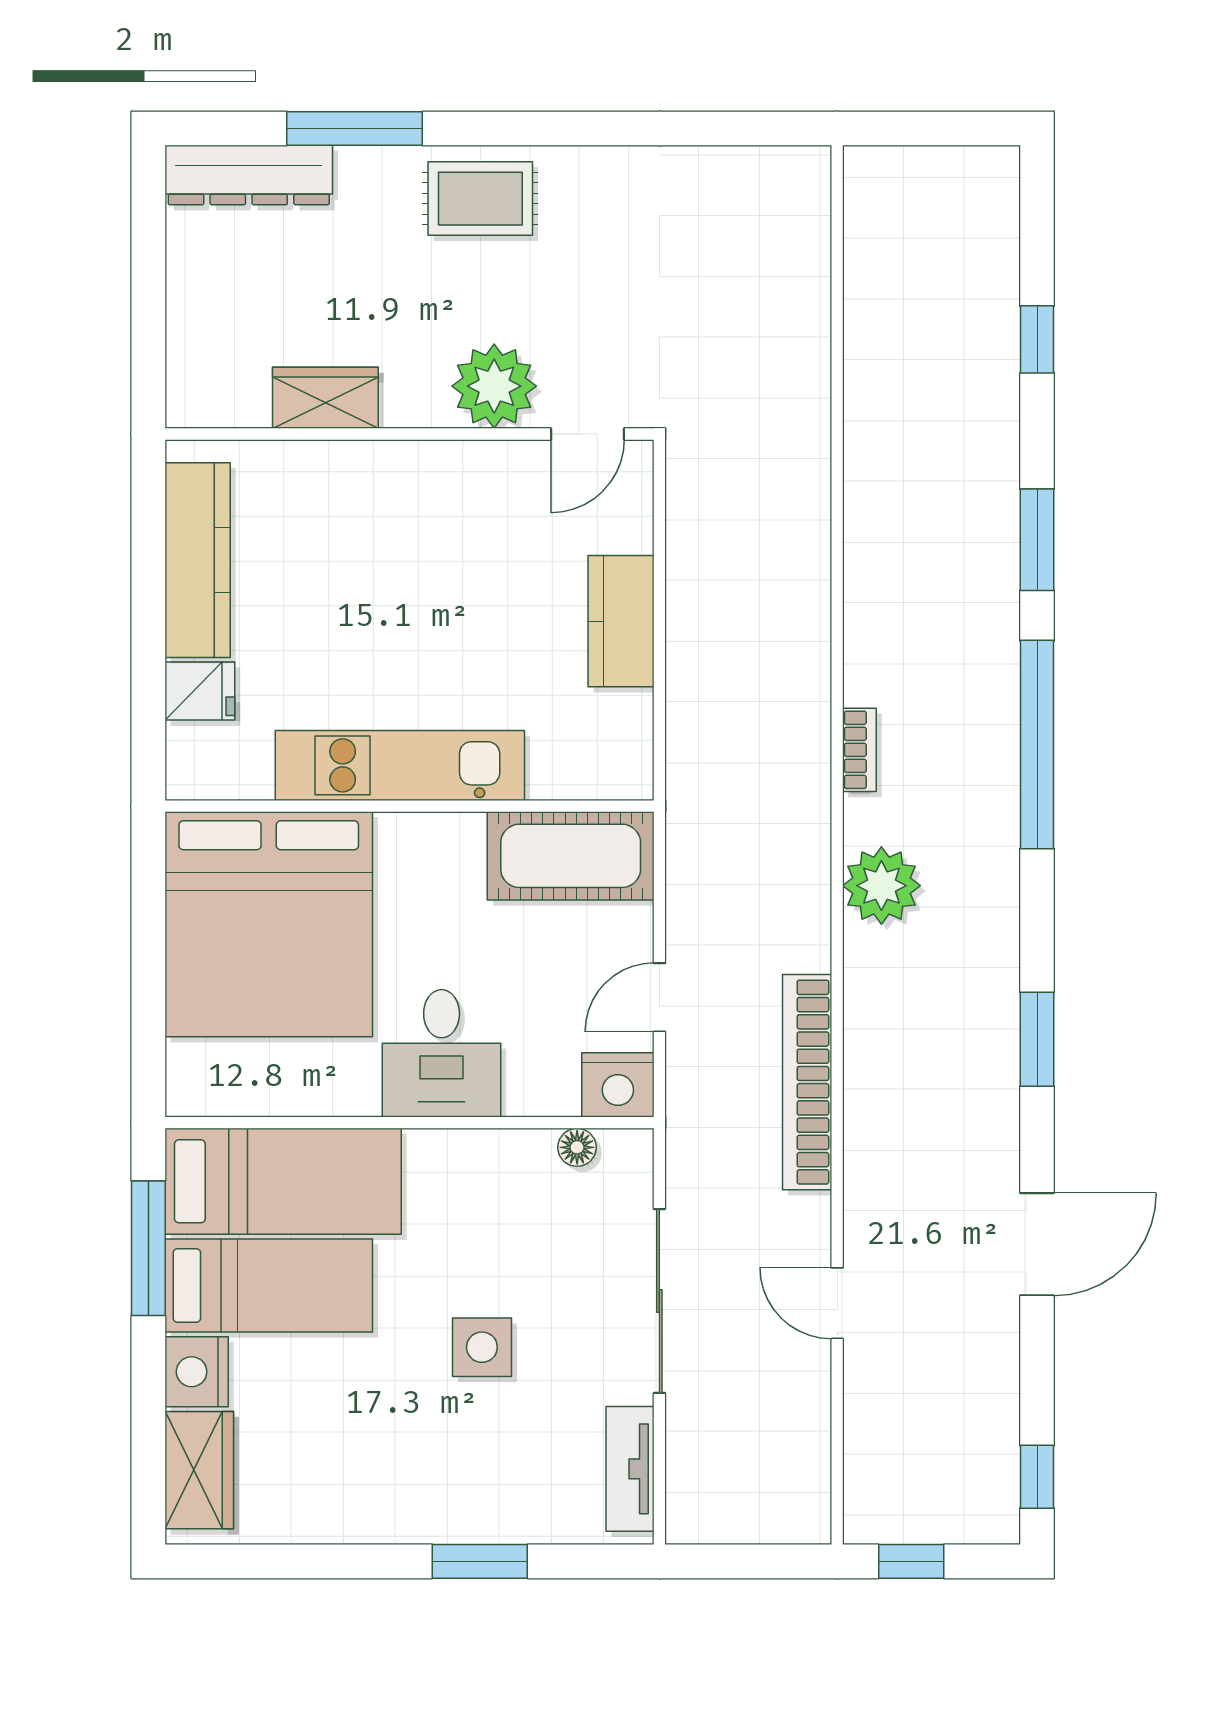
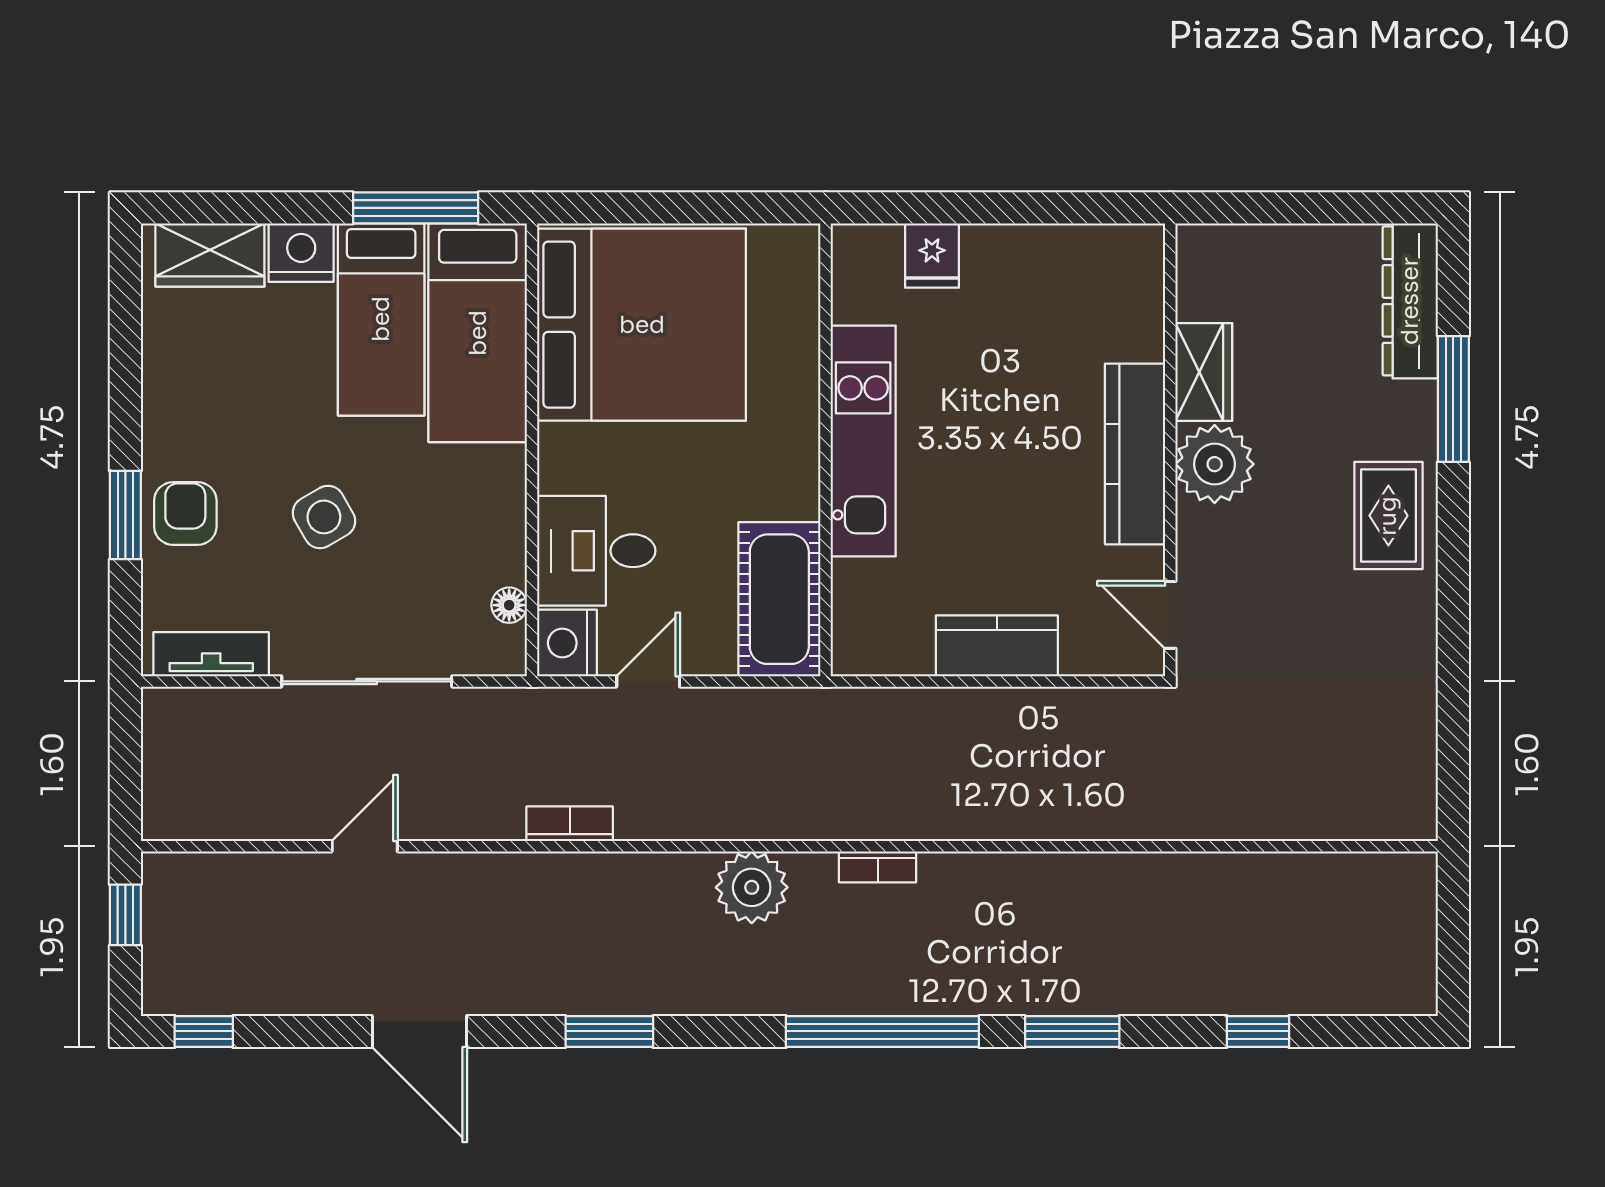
plant: (494, 386) -> (1215, 464), moved
kitchen counter: (198, 560) -> (1135, 454), moved, turned 90
bed: (269, 924) -> (642, 325), moved, turned 180
door: (659, 997) -> (648, 681), hinge flipped
desk: (442, 1053) -> (596, 551), moved
bookcase: (807, 1082) -> (570, 824), width x0.43, depth x0.76
side table: (482, 1347) -> (324, 517), turned -30
armchair: (478, 1497) -> (185, 513), added

